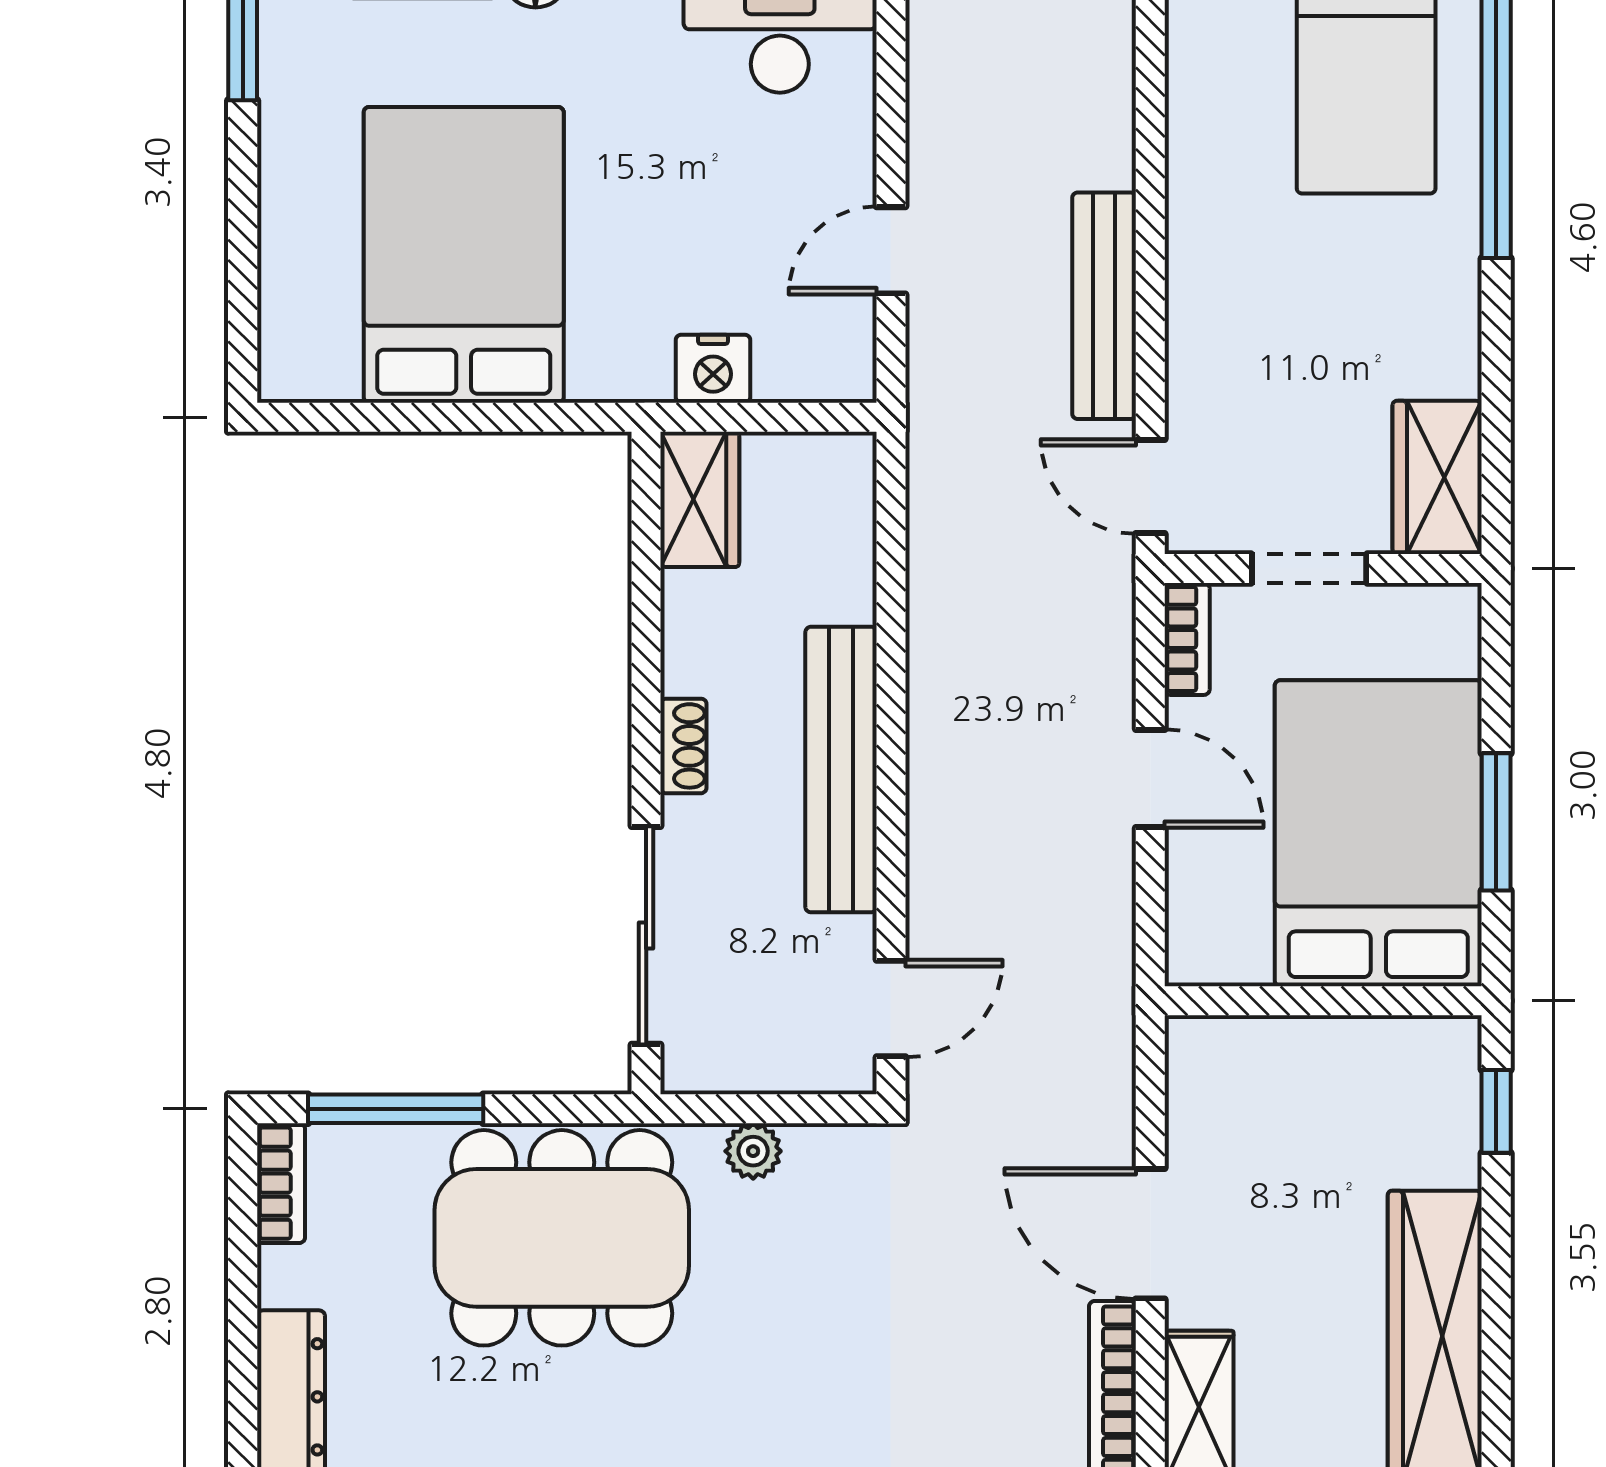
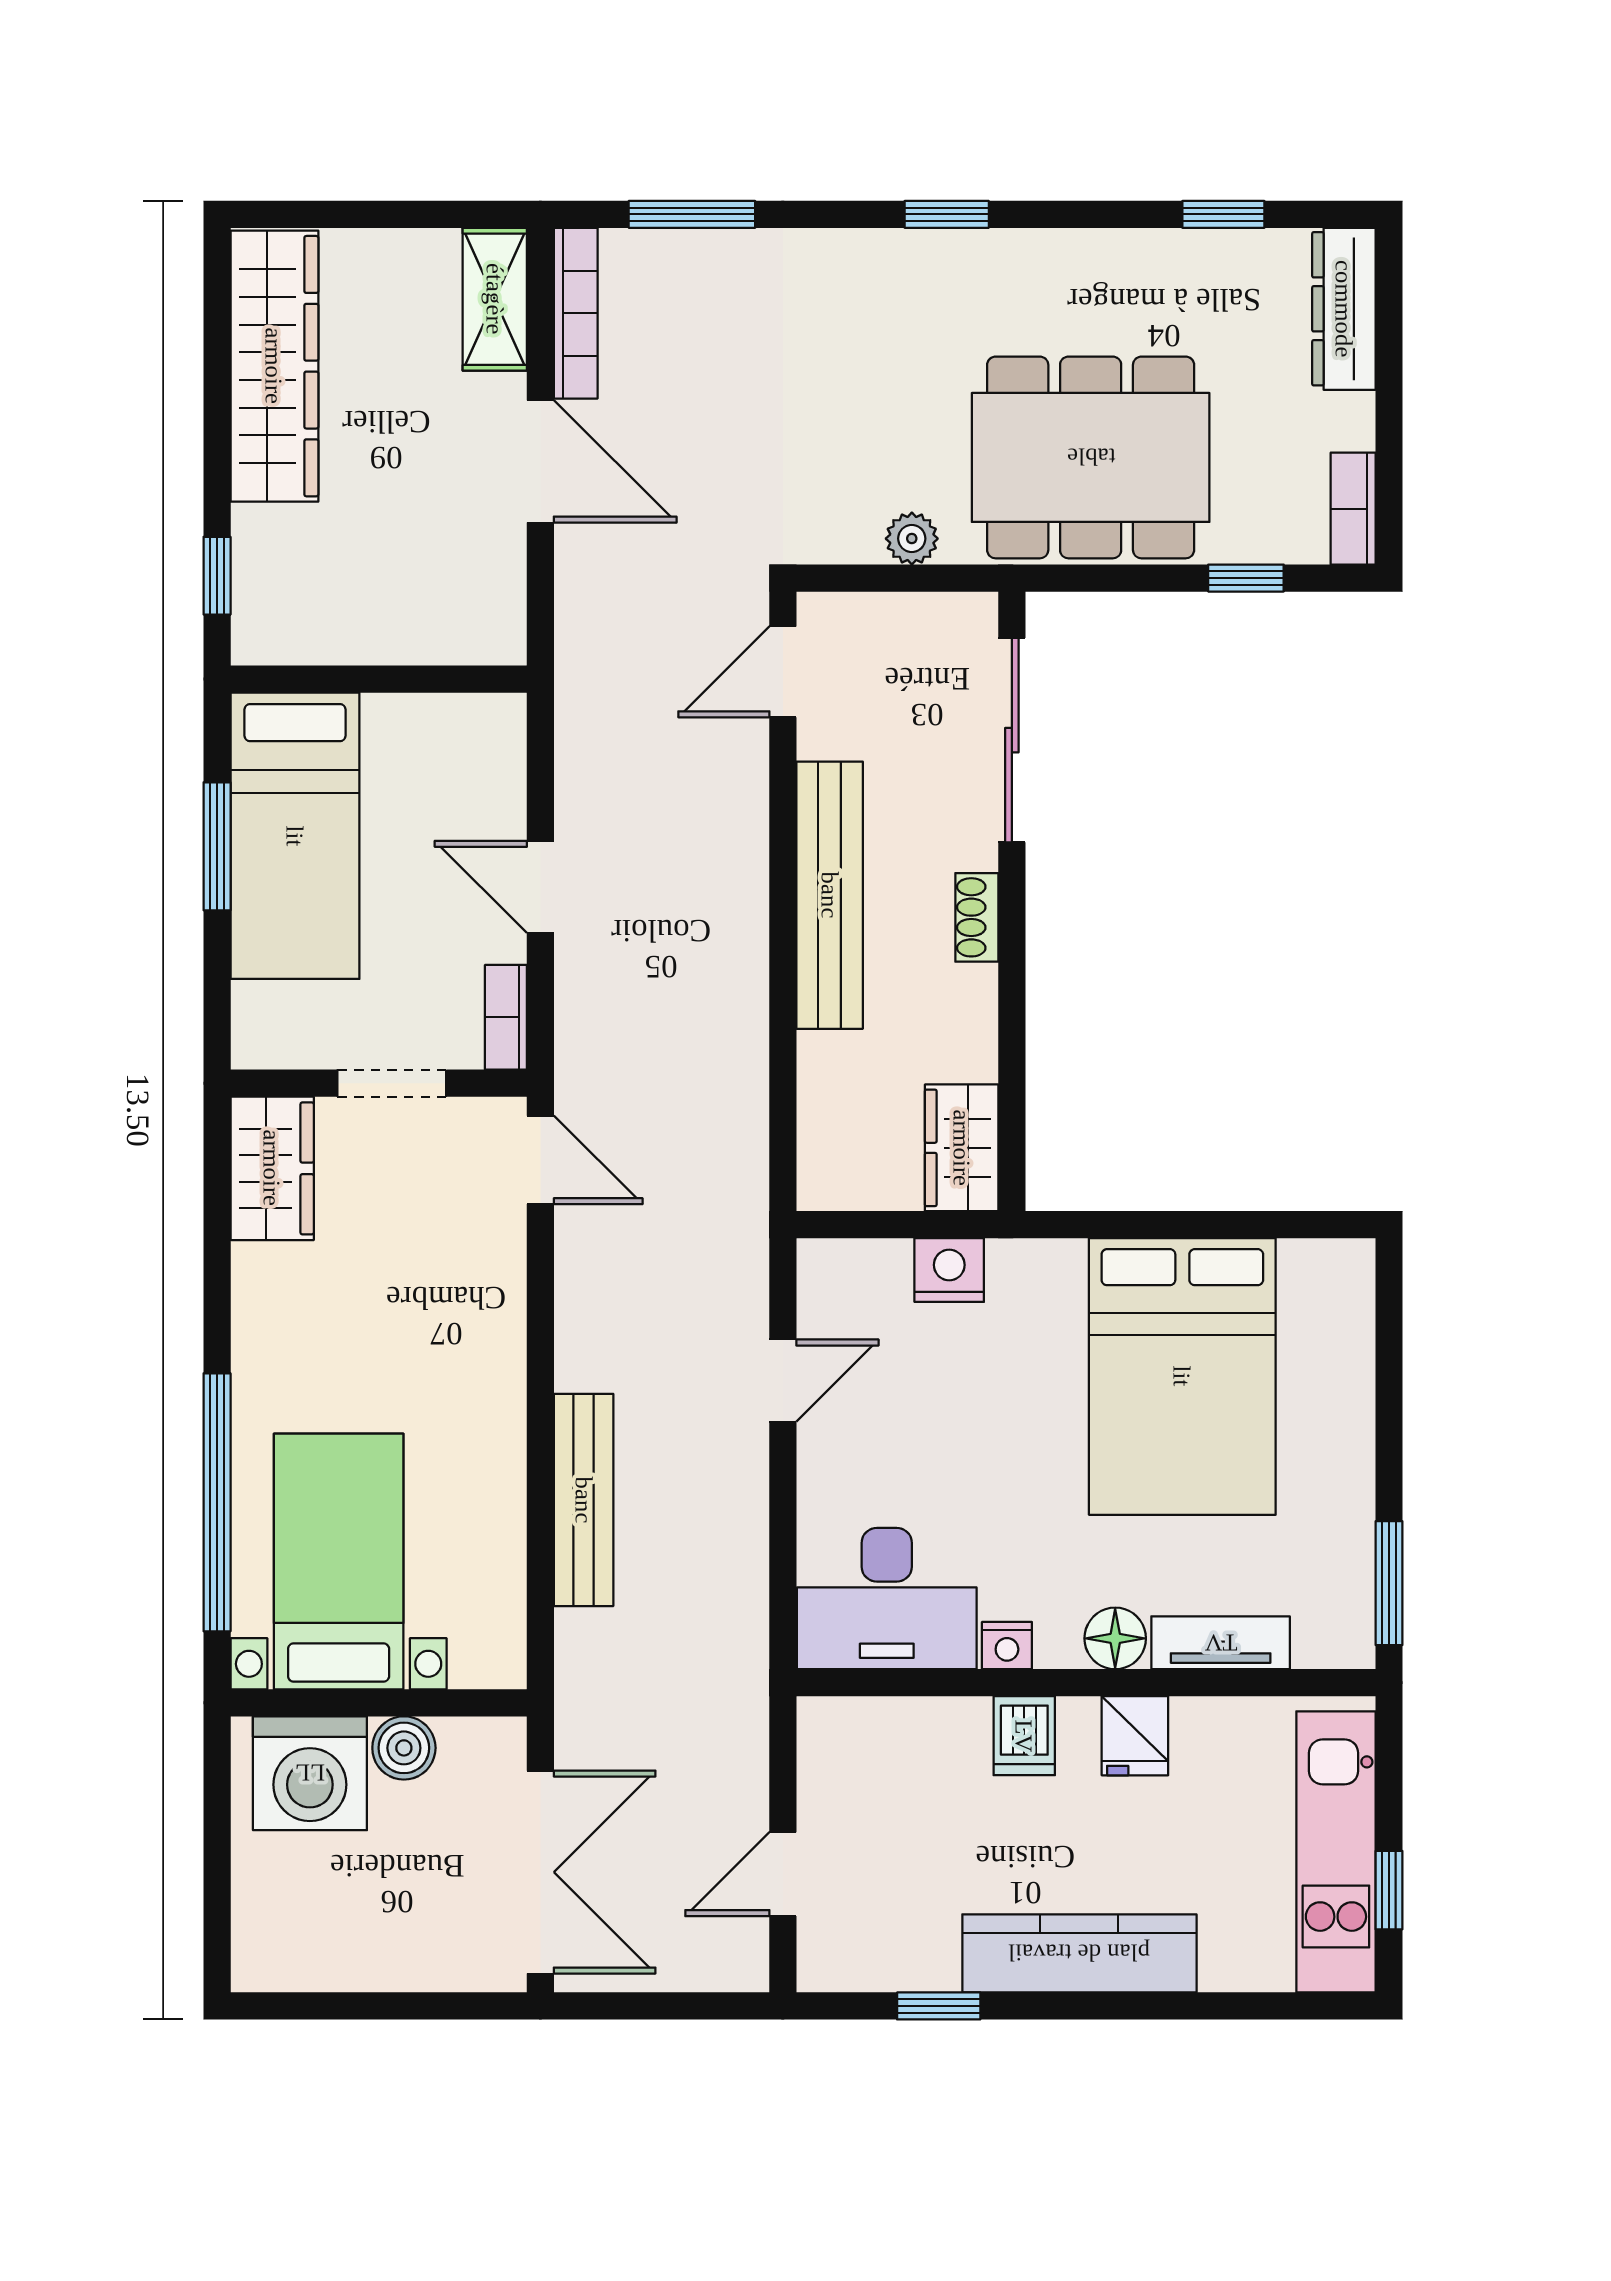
bench: (1104, 306) -> (584, 1500), moved
bed: (1378, 833) -> (295, 836), width x0.67
window: (396, 1109) -> (1246, 578), width x0.46

